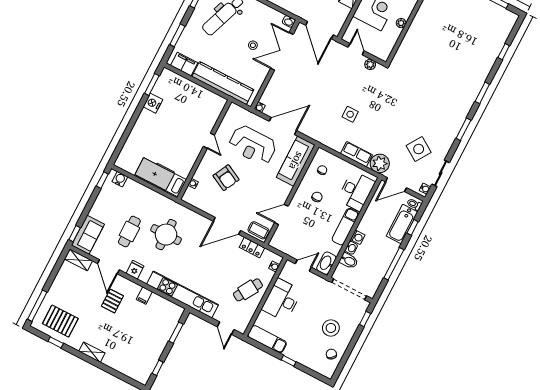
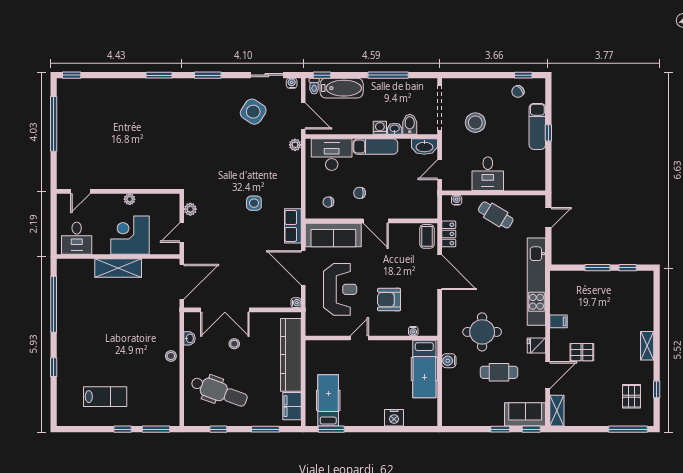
washbasin: (289, 21) -> (190, 338), moved
window: (504, 52) -> (72, 75), moved
hospital bed: (174, 93) -> (328, 400), added
nightstand: (153, 103) -> (394, 418), moved
row of seats: (356, 154) -> (293, 226), moved
plant: (380, 163) -> (295, 145), width x0.53, depth x0.53
armchair: (226, 178) -> (389, 300), turned -117
water cooler: (120, 179) -> (449, 361), moved
window: (102, 180) -> (500, 429), moved
door: (281, 214) -> (376, 221), moved
window: (413, 227) -> (322, 75), moved
door: (303, 265) -> (440, 170), hinge flipped
desk: (282, 300) -> (488, 174), width x0.73
window: (365, 319) -> (523, 75), moved
pallet: (60, 321) -> (632, 396), width x0.67, depth x0.71
stool: (331, 328) -> (475, 123), moved
window: (176, 333) -> (598, 268), moved
exam couch: (267, 339) -> (537, 126), moved

